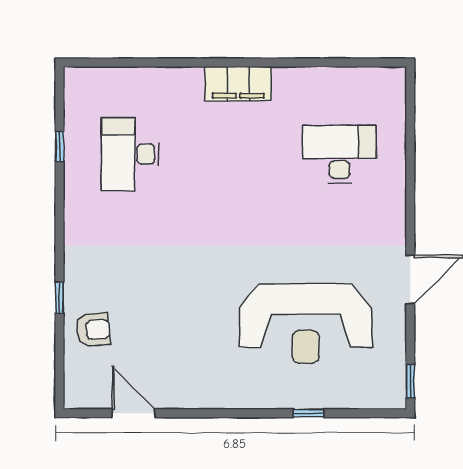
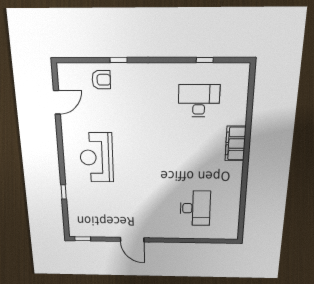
filing cabinet: (238, 84) -> (235, 144), moved
reception desk: (306, 324) -> (97, 158), moved, width x0.74, depth x0.77
armchair: (93, 330) -> (101, 80), turned -85

